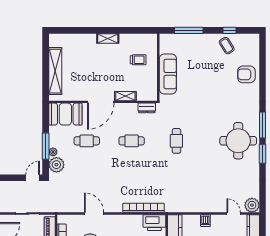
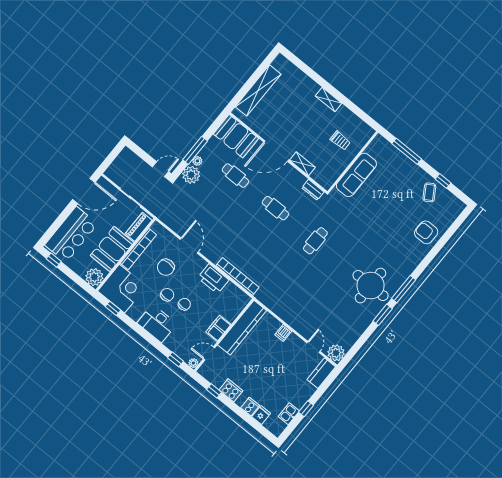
printer: (154, 223) -> (213, 279), moved

